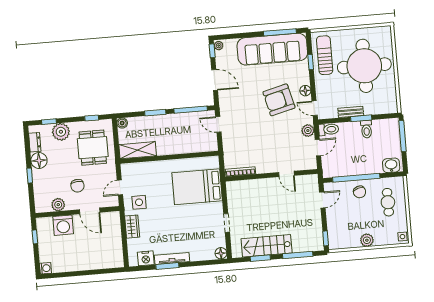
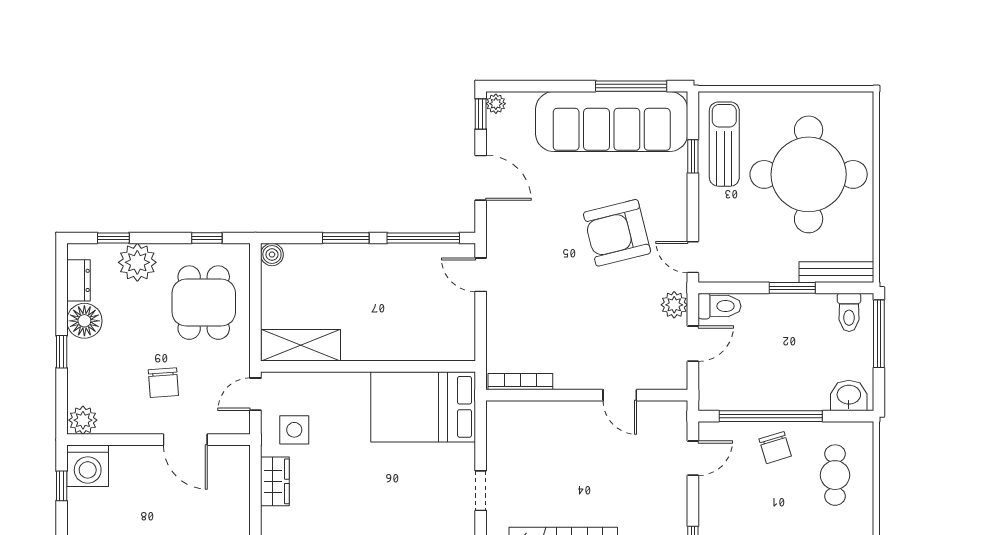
floor lamp: (305, 91) -> (676, 218), removed
bench: (351, 112) -> (836, 272), moved, width x1.36
toilet: (366, 129) -> (849, 312), moved
shelving: (138, 150) -> (301, 345), moved
wall: (169, 157) -> (368, 366), moved
plant: (58, 205) -> (83, 420), moved
washing machine: (63, 225) -> (88, 466), moved

